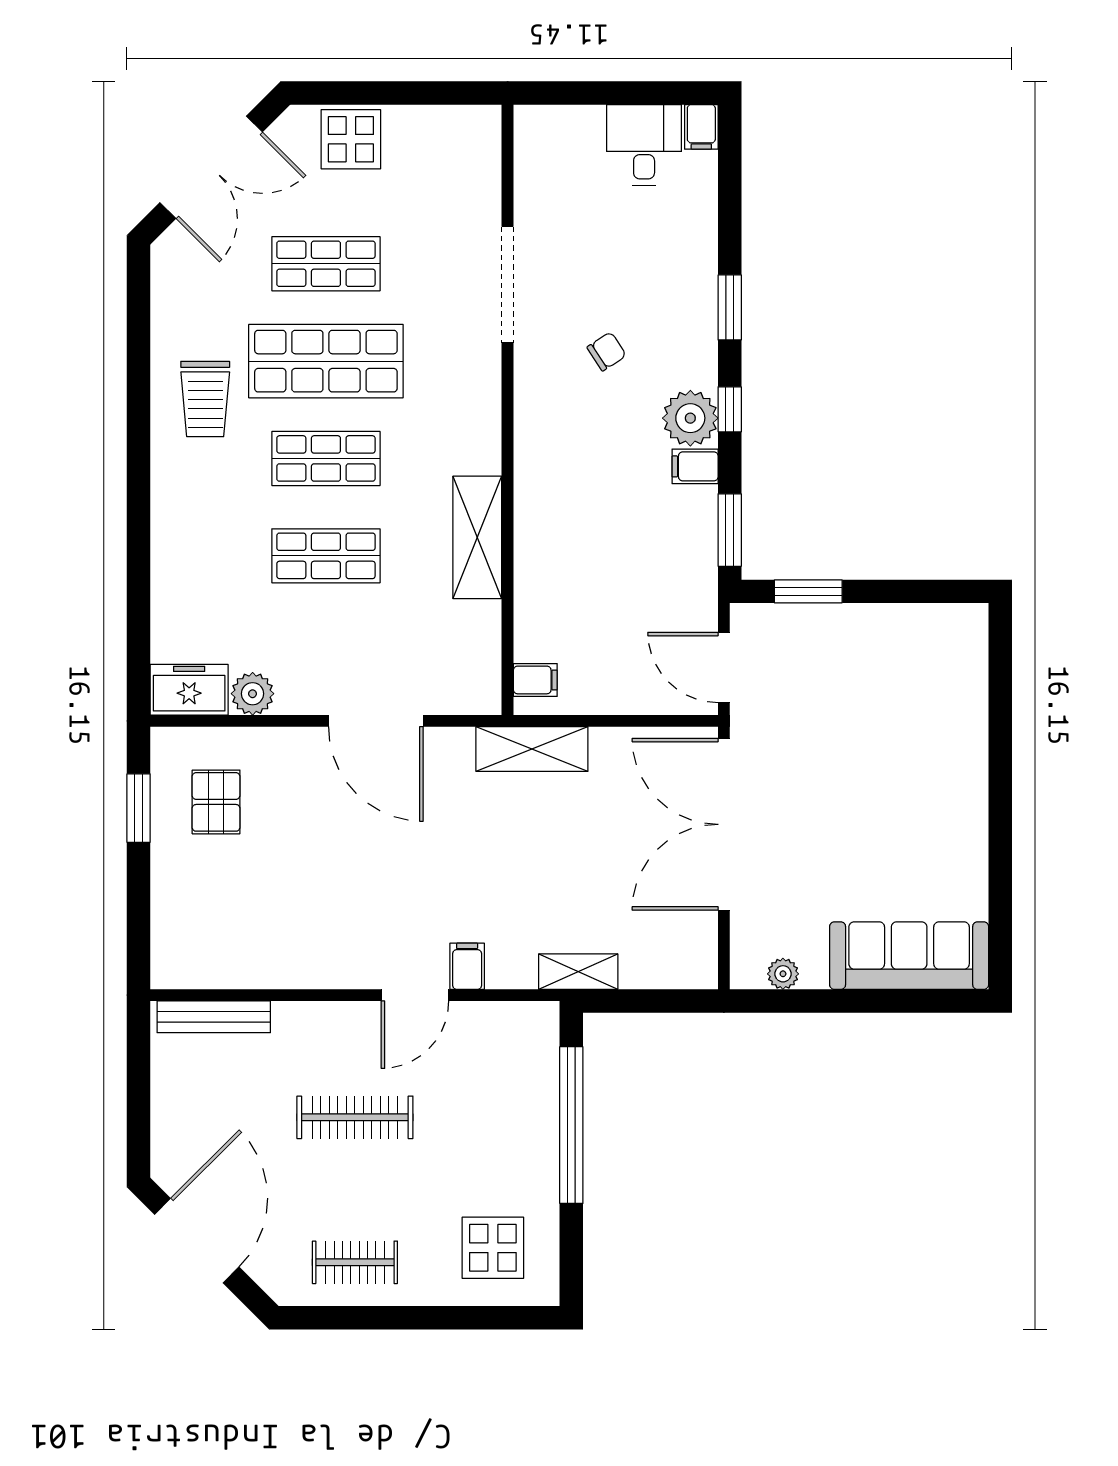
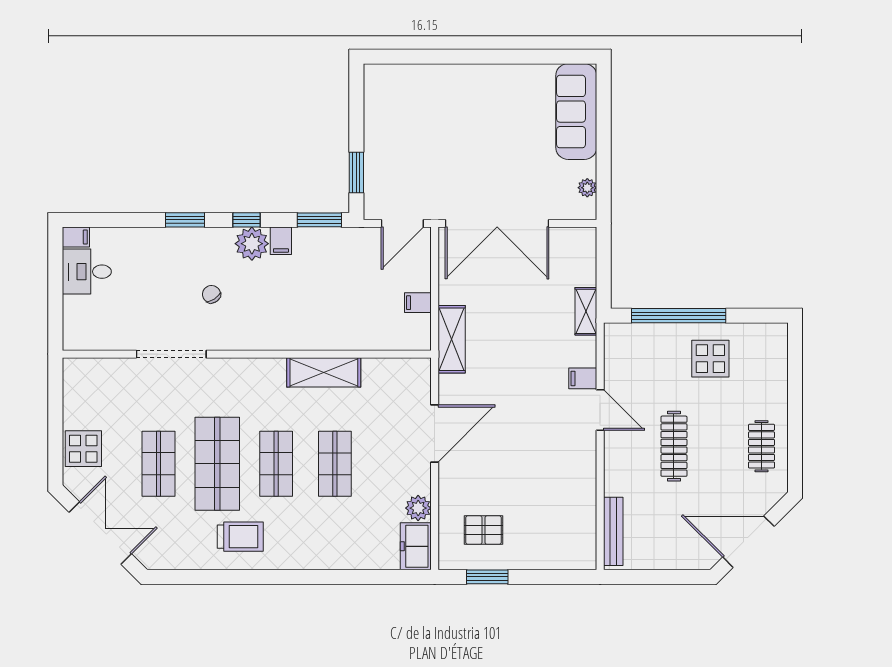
filing cabinet: (535, 680) -> (418, 303), moved, turned -90
display table: (493, 1248) -> (710, 359), moved

